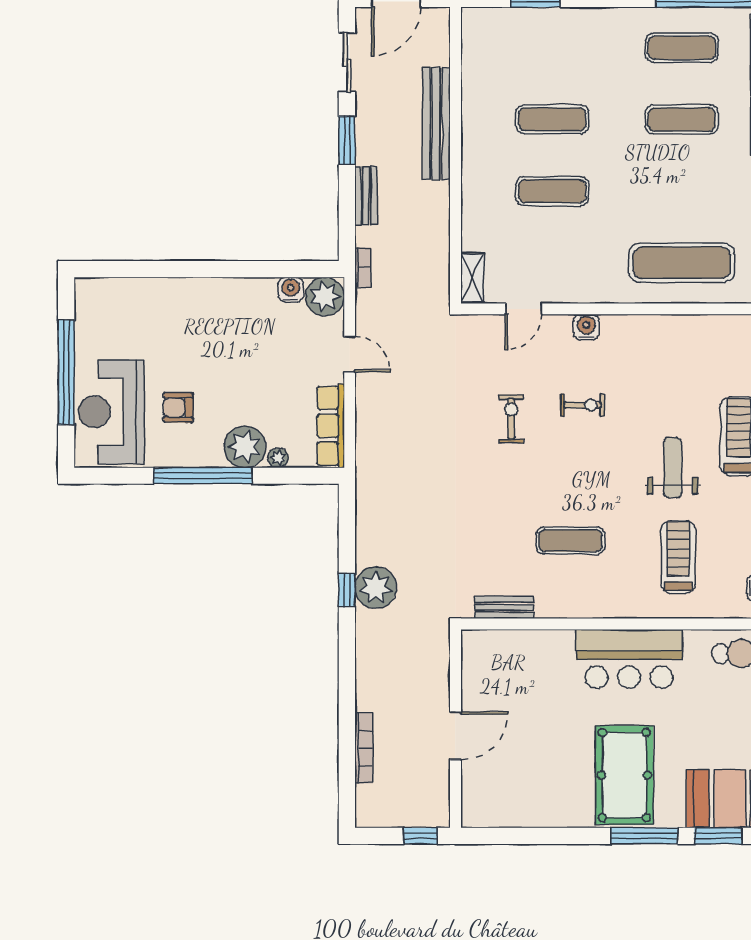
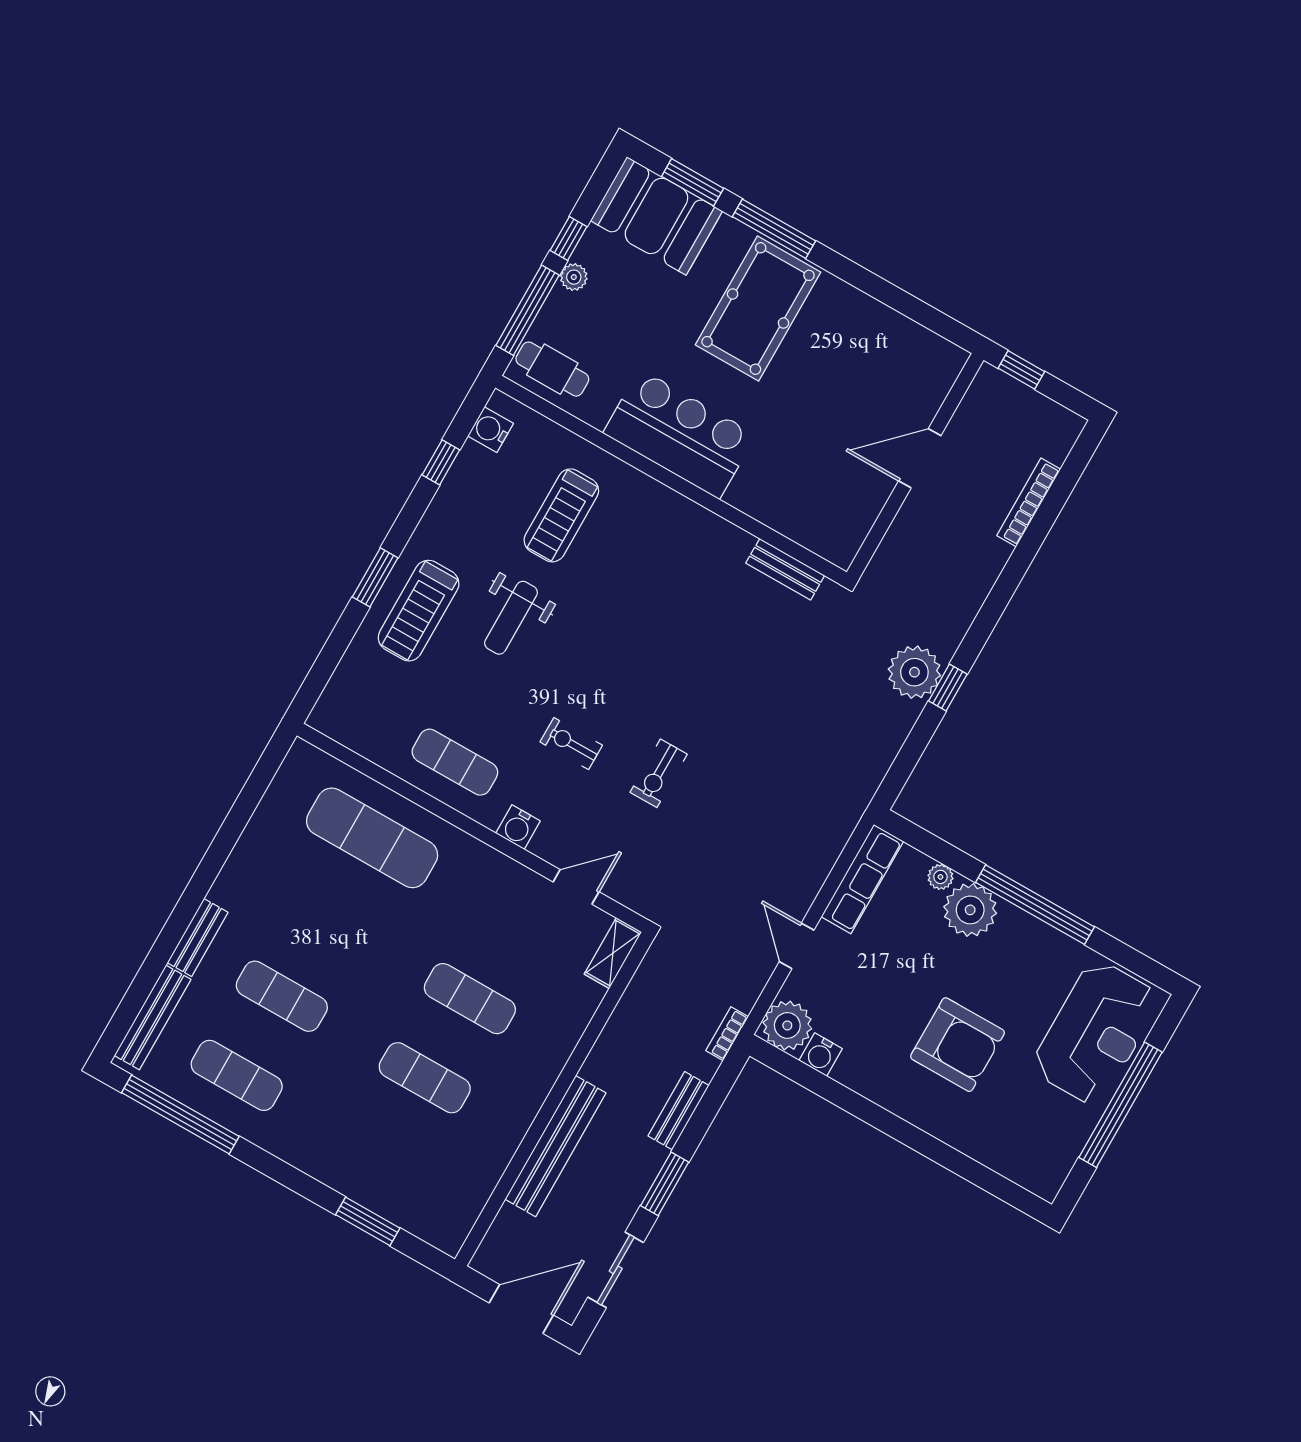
armchair: (178, 408) -> (957, 1045), moved, width x1.88, depth x1.88
exercise mat: (571, 541) -> (455, 762), moved

